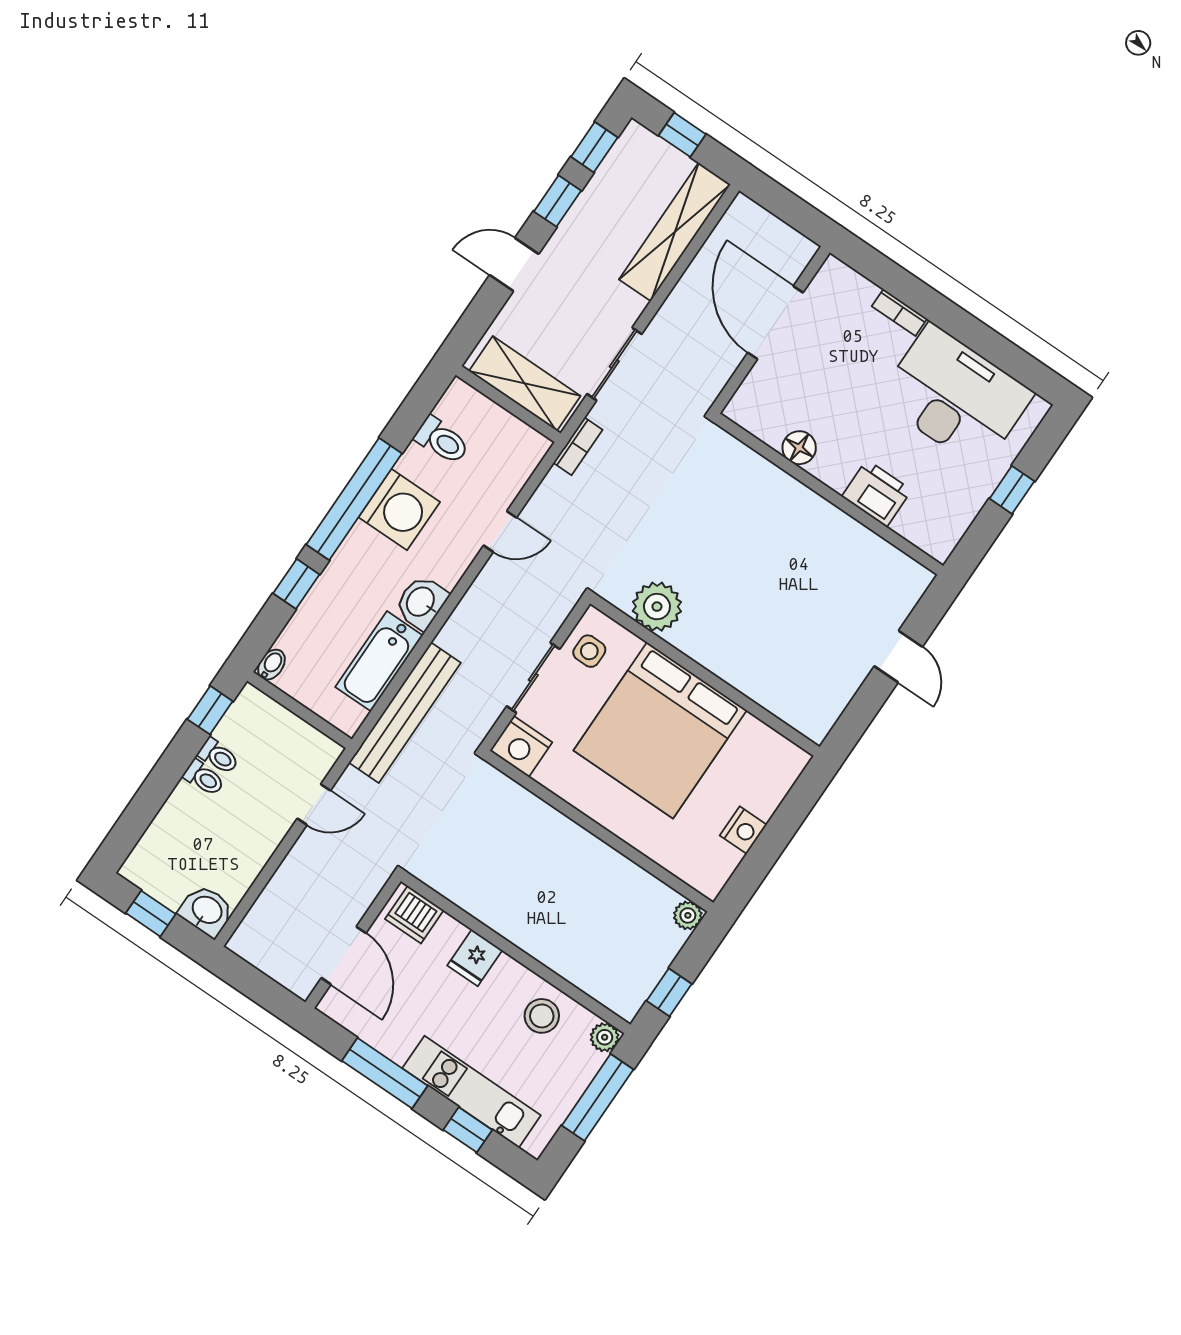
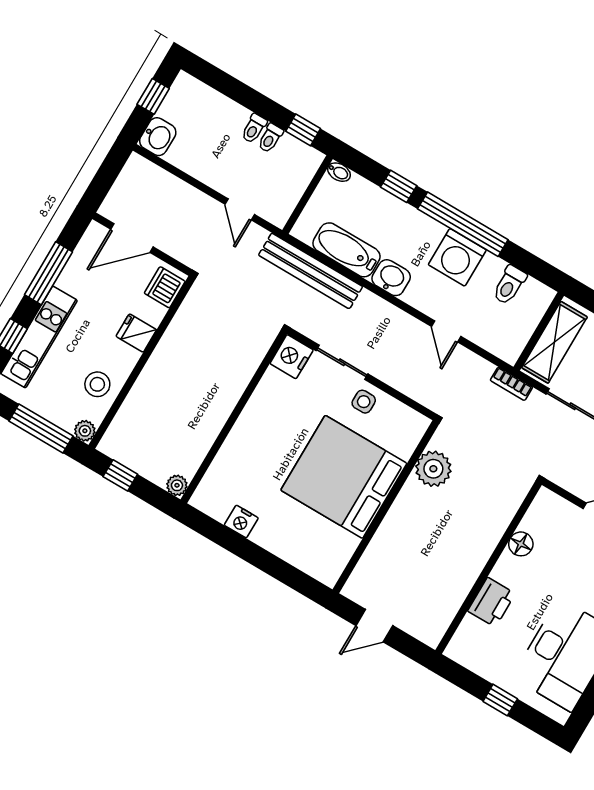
plant: (657, 607) -> (433, 469), moved
wall: (705, 675) -> (386, 507), moved
bed: (660, 730) -> (344, 477), moved

